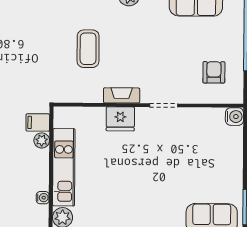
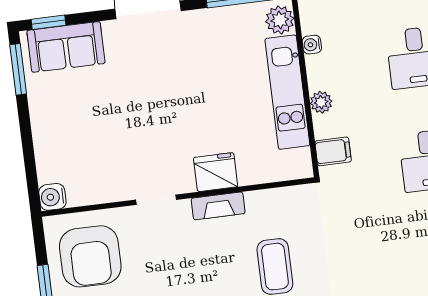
armchair: (214, 72) -> (90, 256), width x1.88, depth x1.88
plant: (42, 140) -> (321, 102), moved

